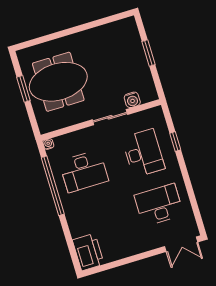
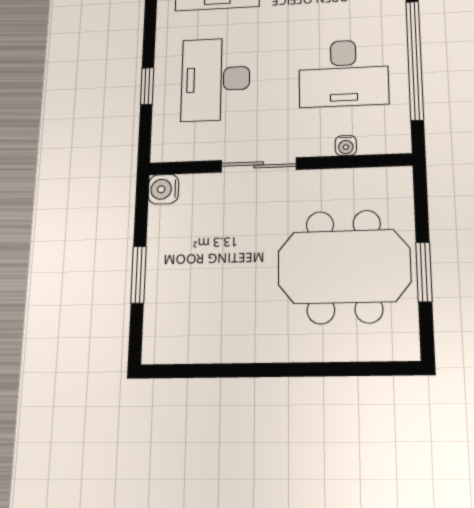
water cooler: (132, 100) -> (163, 189), moved, turned -90
water cooler: (48, 144) -> (346, 146), moved
desk: (84, 171) -> (343, 73), turned 180

